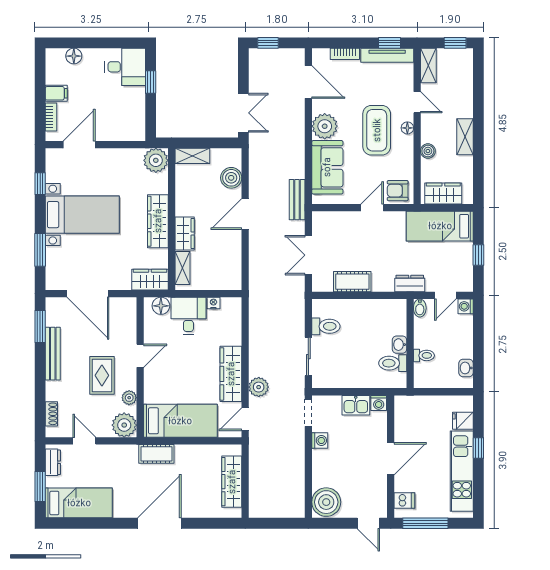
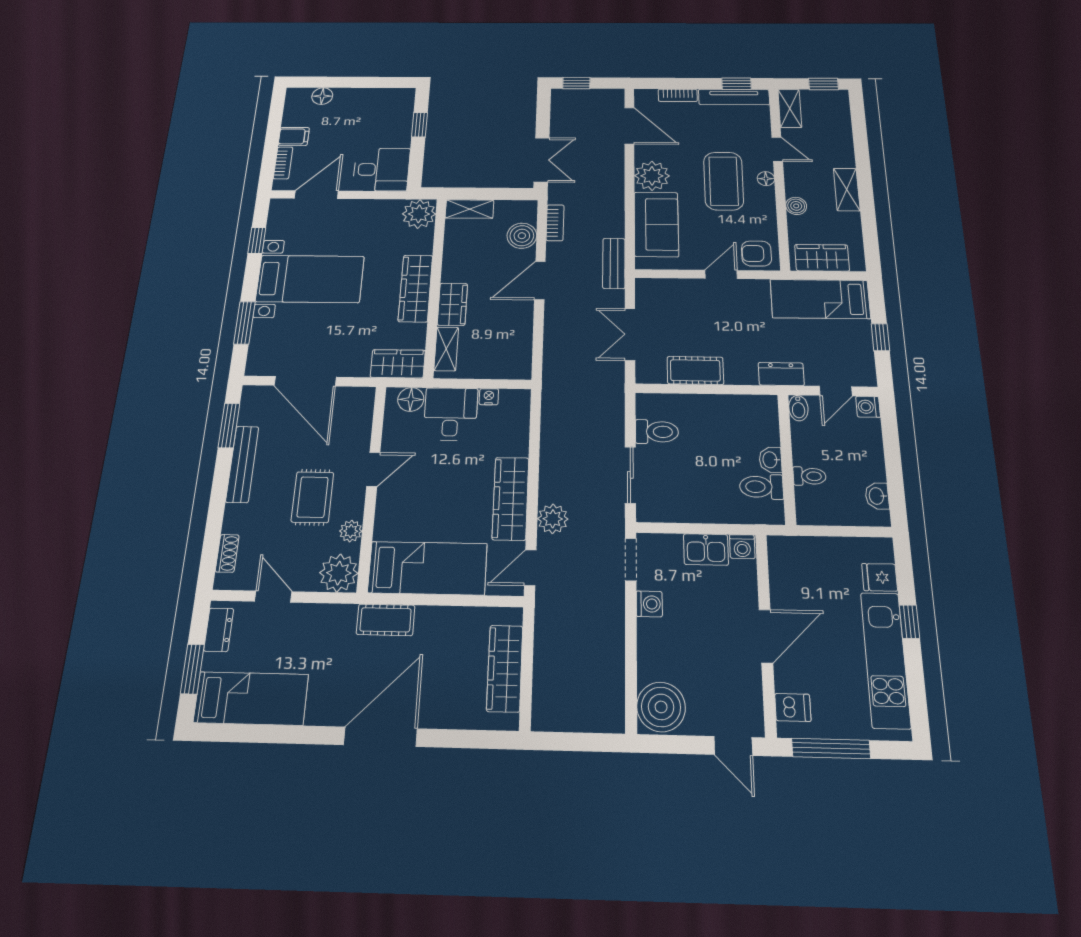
desk: (125, 67) -> (381, 170), moved
bookcase: (255, 167) -> (555, 223), added

